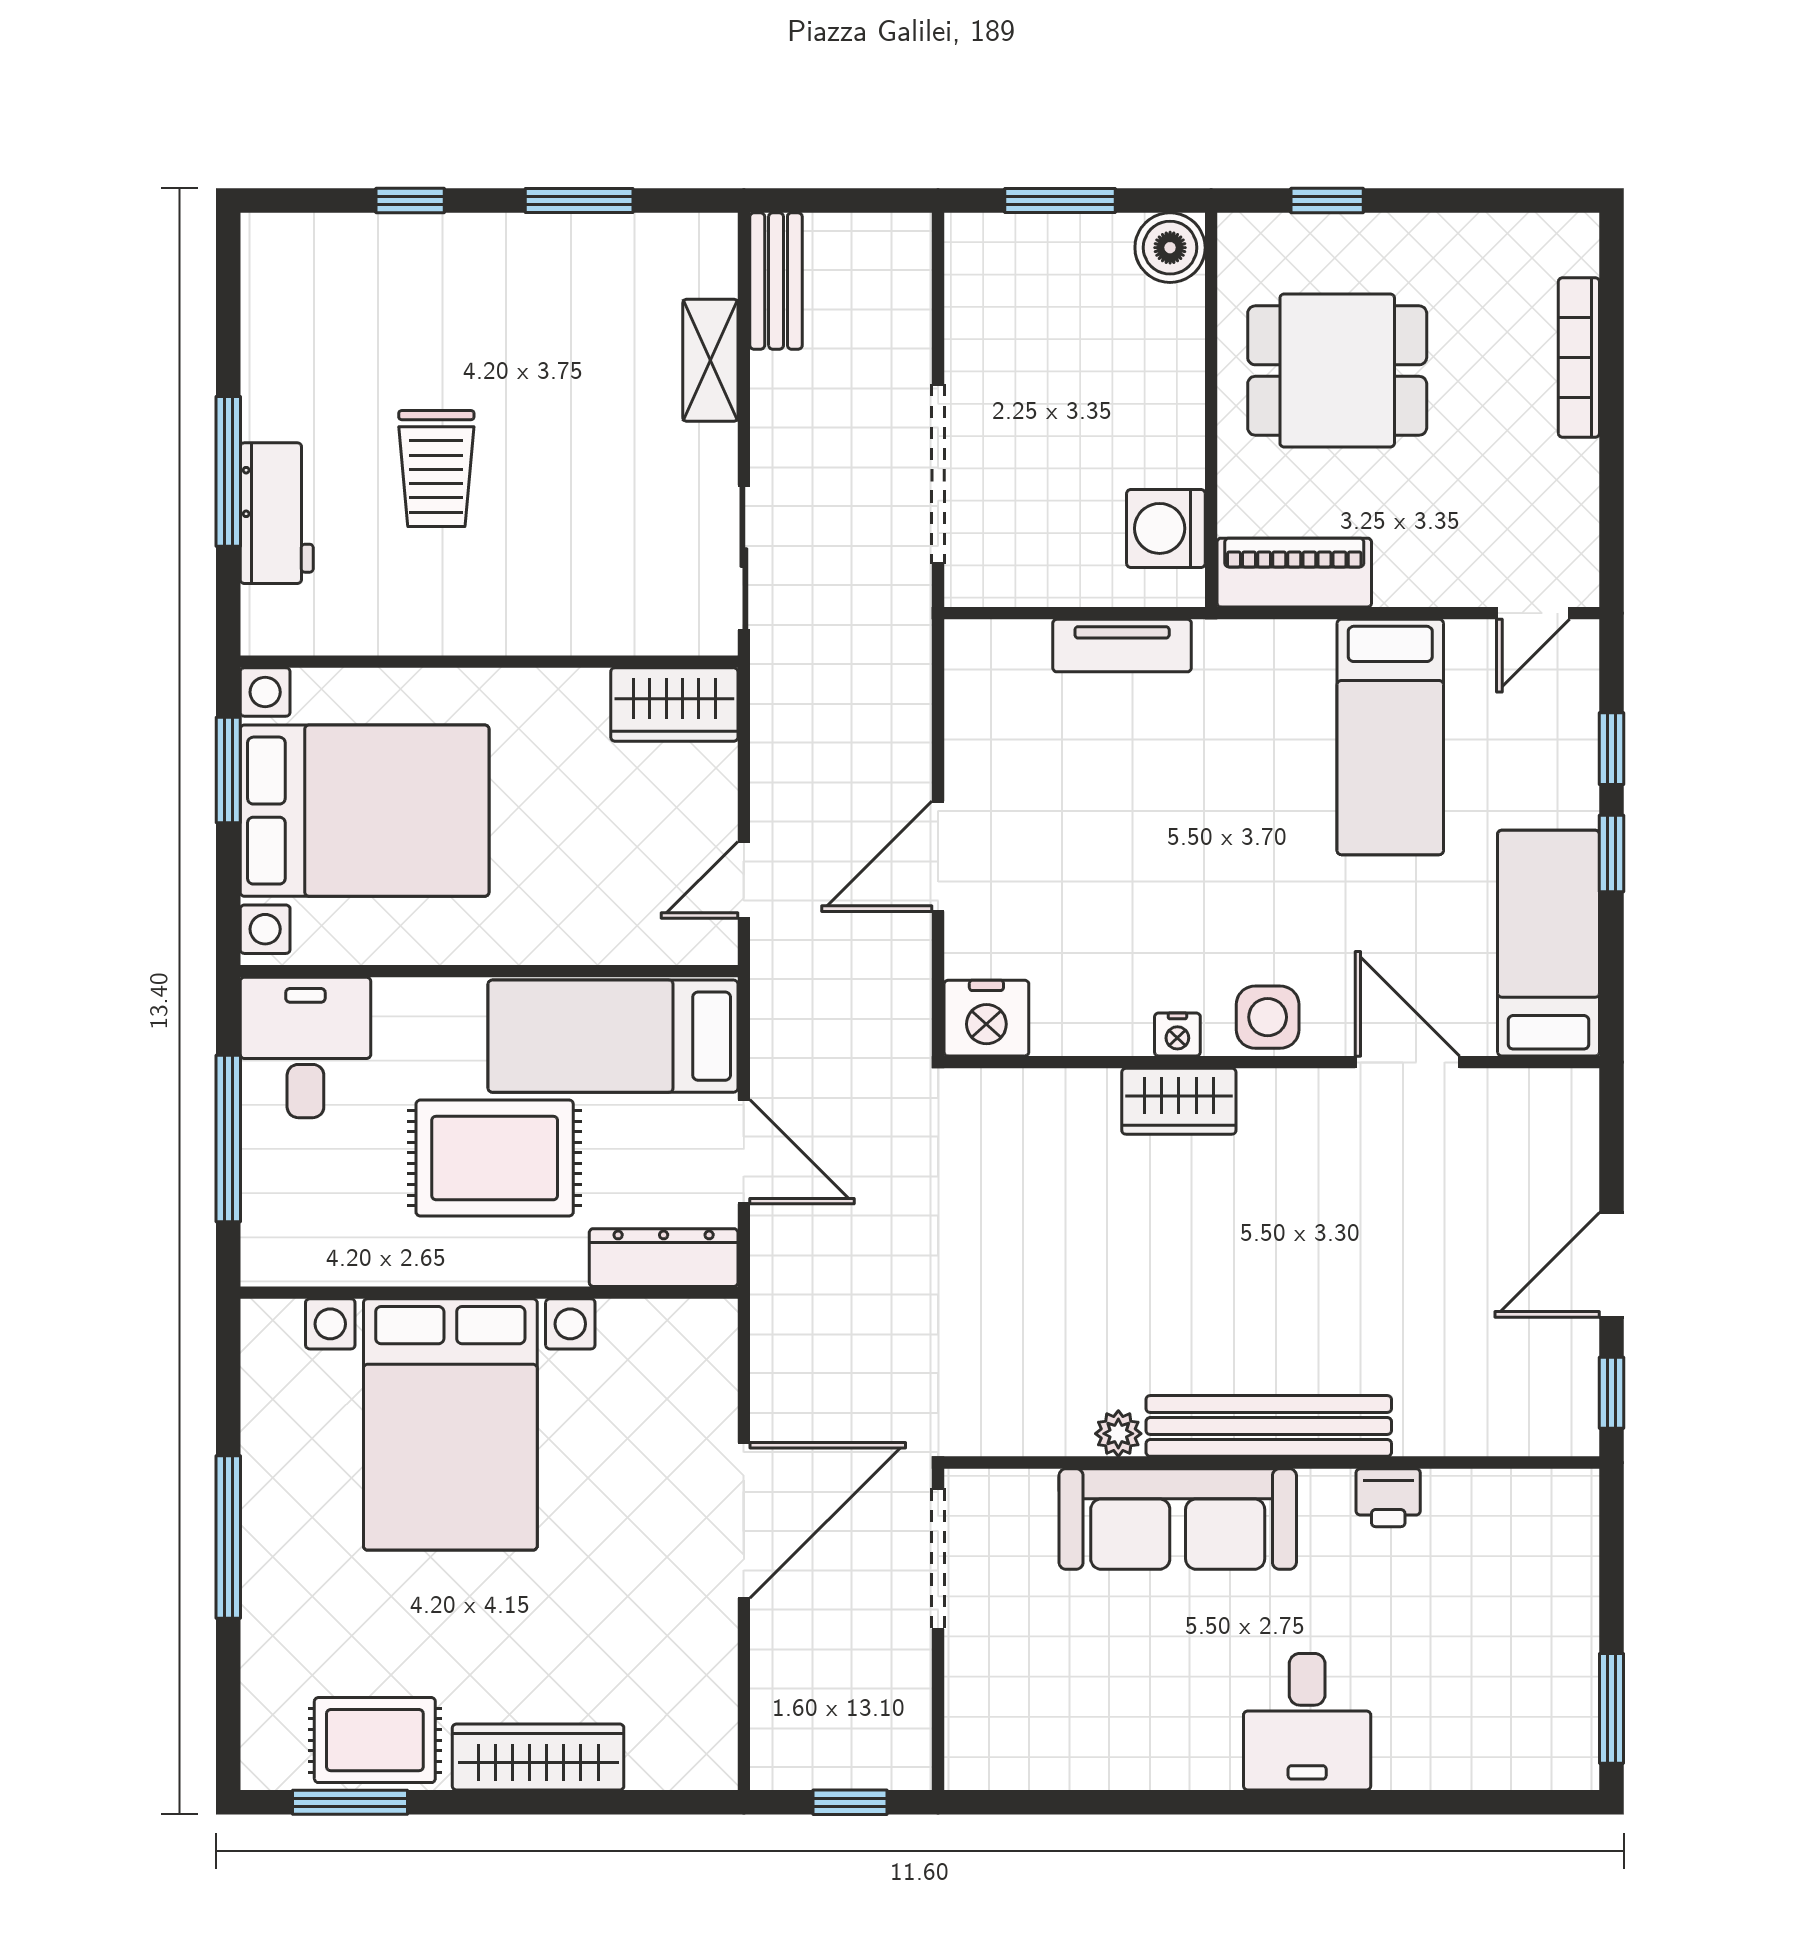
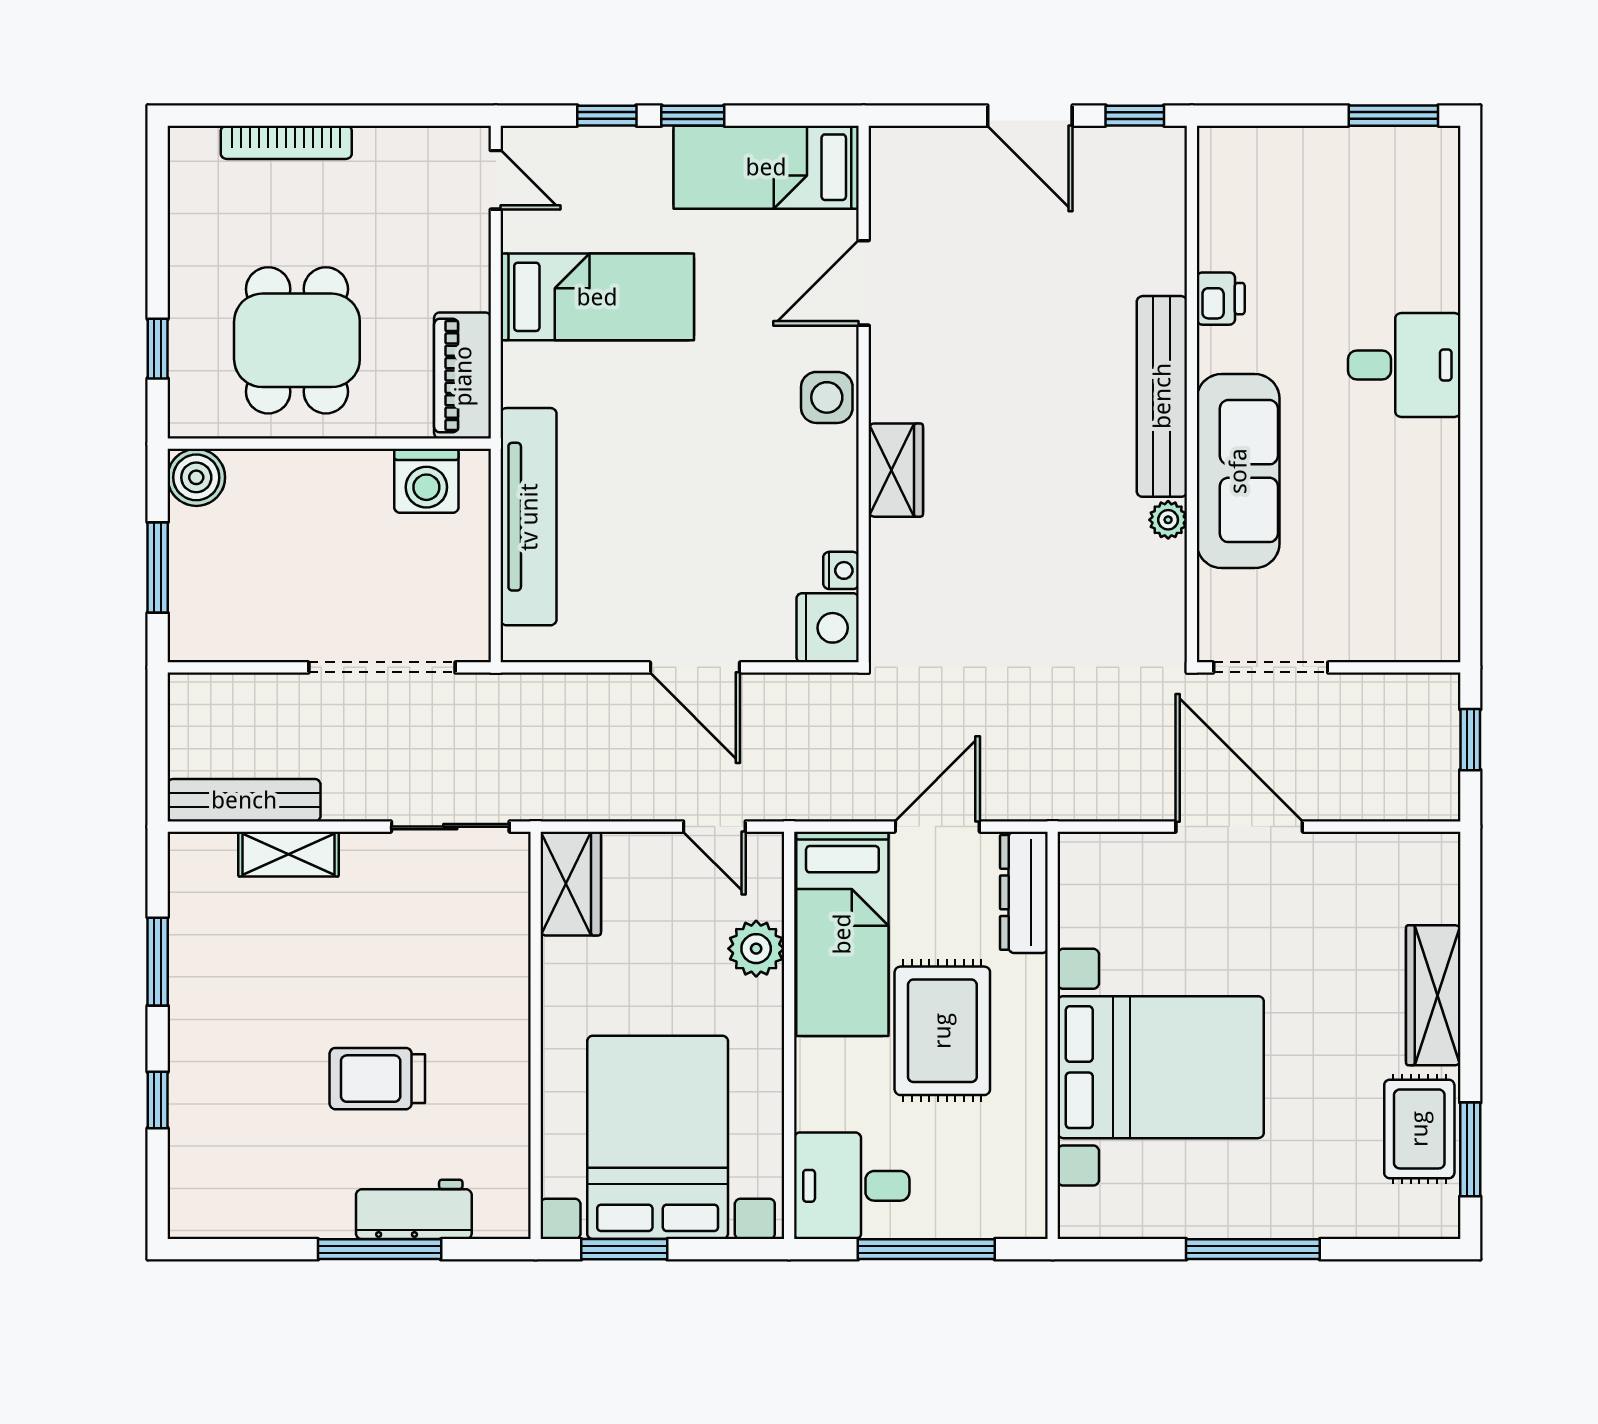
bench: (776, 281) -> (244, 800), width x1.36
trolley: (436, 468) -> (377, 1079), turned 180
tv unit: (1122, 646) -> (529, 517), width x1.92, depth x1.29
plant: (595, 931) -> (756, 949), added
nightstand: (1177, 1034) -> (841, 570), moved

